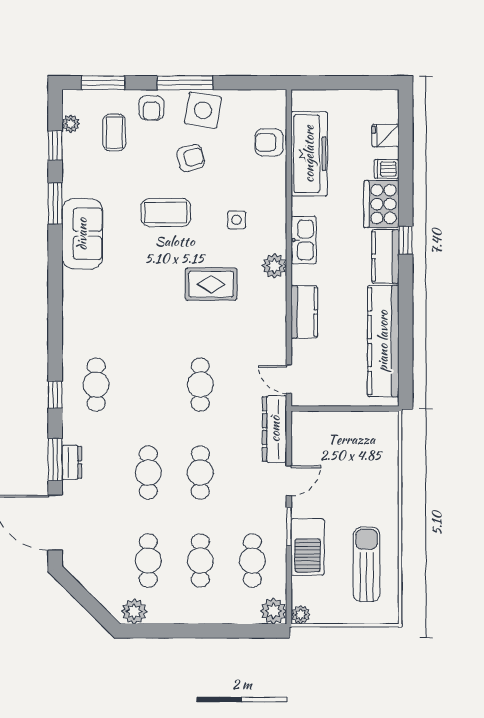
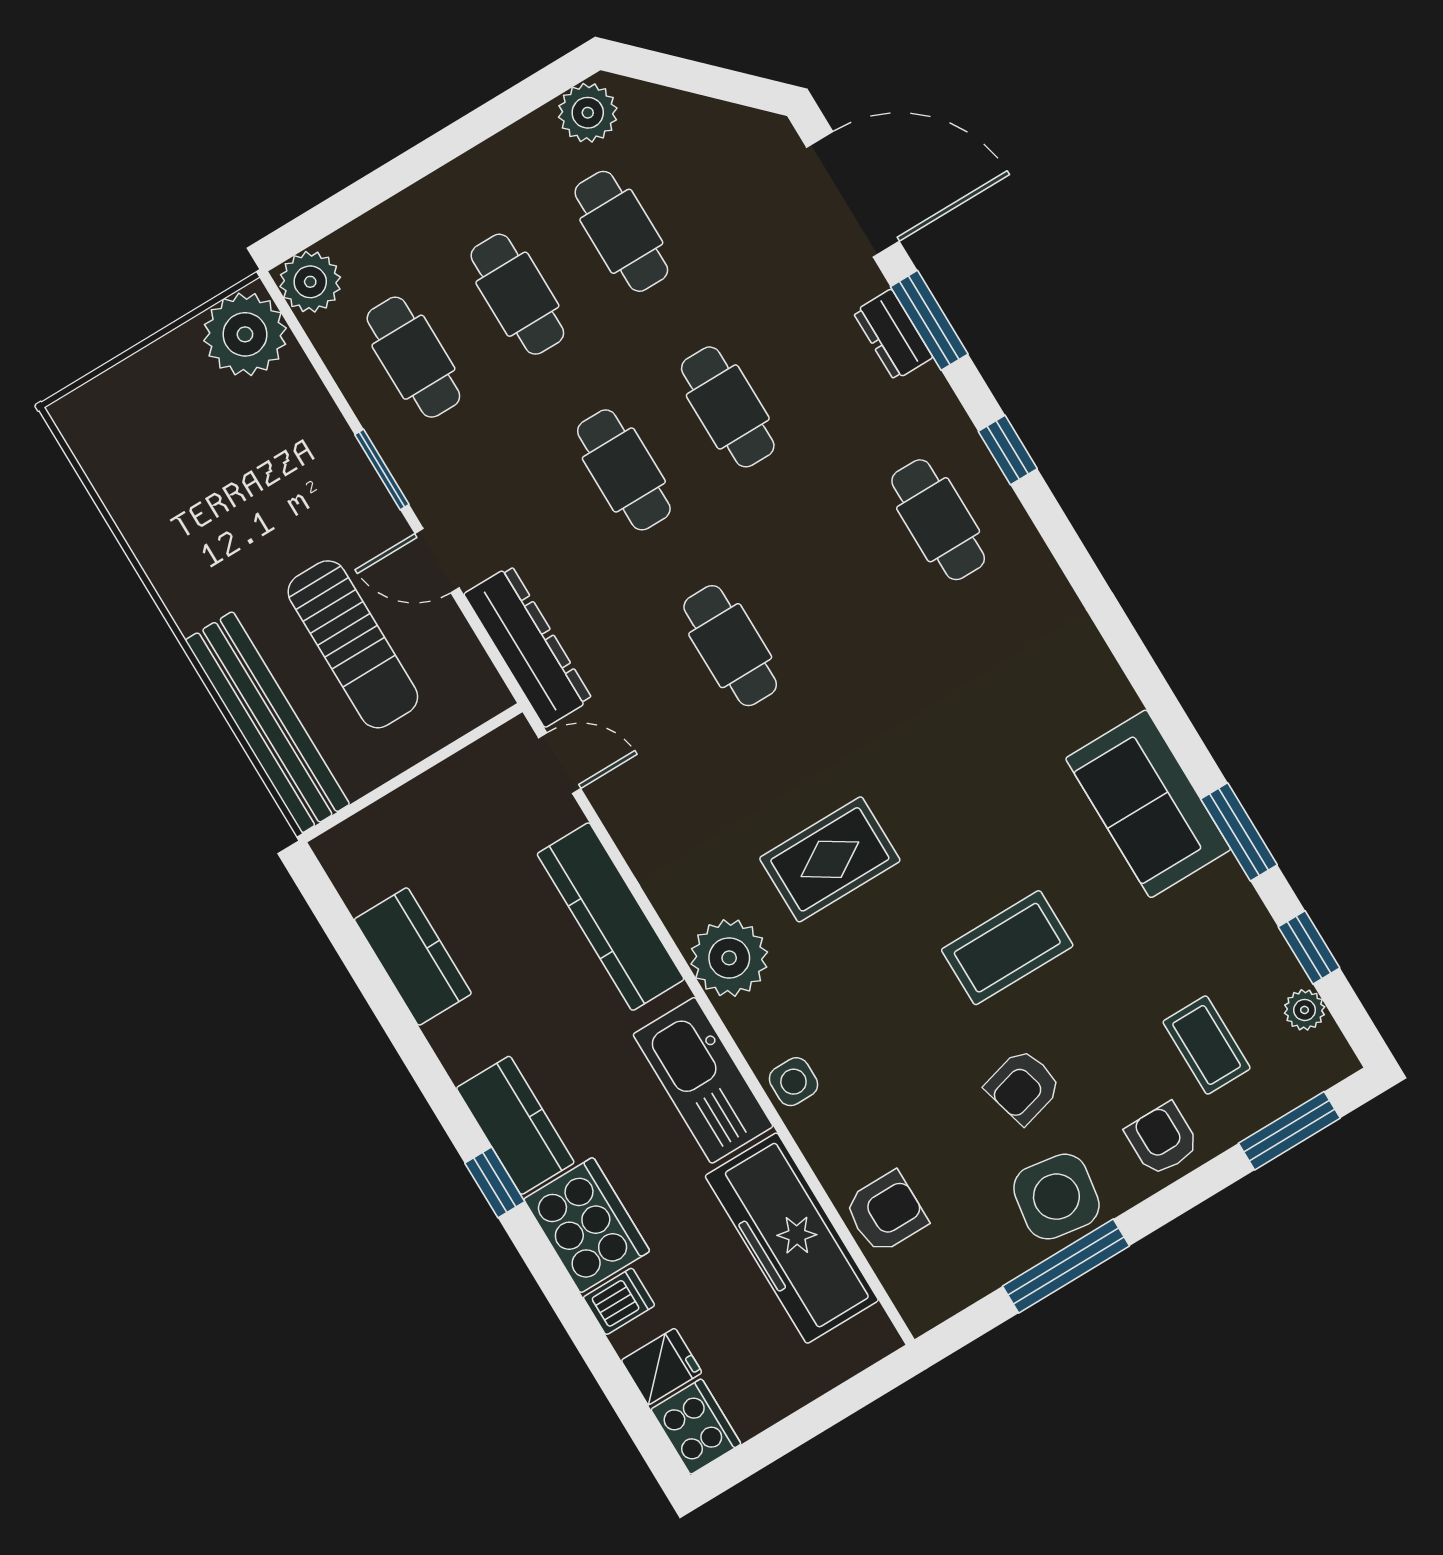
window: (185, 83) -> (1066, 1266), moved
cooker: (386, 106) -> (696, 1427), added
side table: (237, 220) -> (793, 1082), moved
kitchen sink: (304, 240) -> (703, 1080), width x1.36, depth x1.24
plant: (274, 266) -> (729, 958), width x1.36, depth x1.36
kitchen counter: (304, 312) -> (611, 917), width x1.50
kitchen counter: (383, 341) -> (413, 956), width x0.48, depth x0.86
bench: (387, 459) -> (267, 722), added
door: (289, 481) -> (437, 561), hinge flipped
barbecue: (307, 547) -> (320, 451), removed
sun lounger: (367, 564) -> (353, 644), moved
plant: (301, 615) -> (245, 334), width x1.88, depth x1.88

